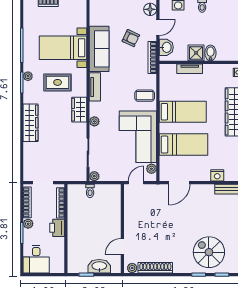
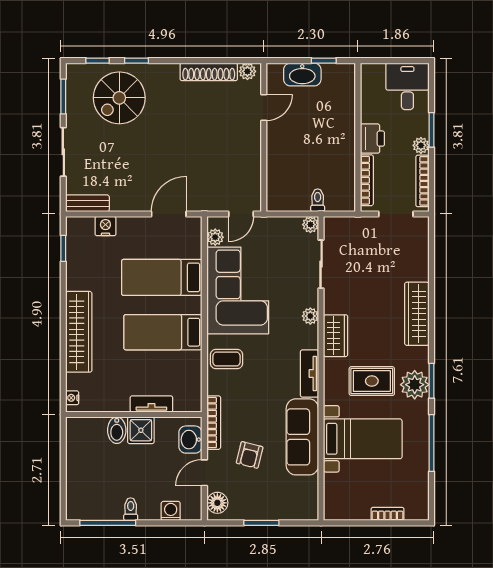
armchair: (131, 38) -> (250, 455), turned -101
plant: (28, 76) -> (415, 385), width x1.88, depth x1.88
spiral stairs: (209, 252) -> (119, 98), turned 90

